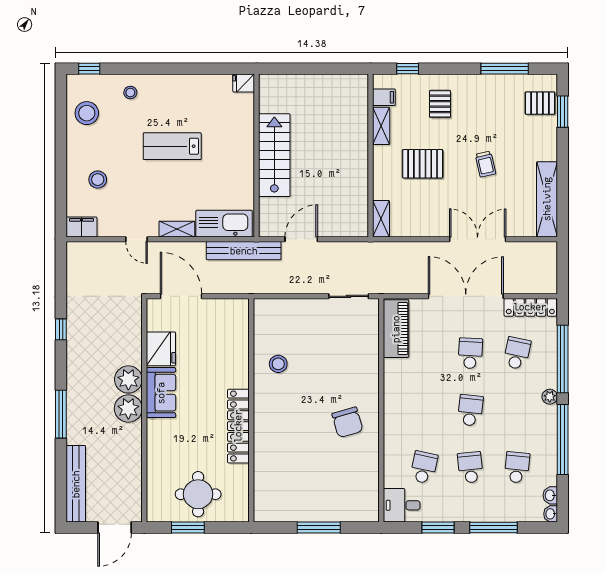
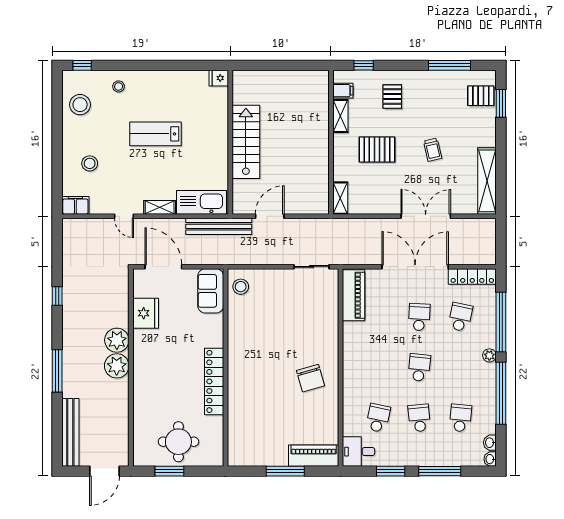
stool: (278, 364) -> (241, 287), moved
sofa: (161, 393) -> (211, 291), moved, turned 180
piano: (351, 510) -> (314, 456), added

